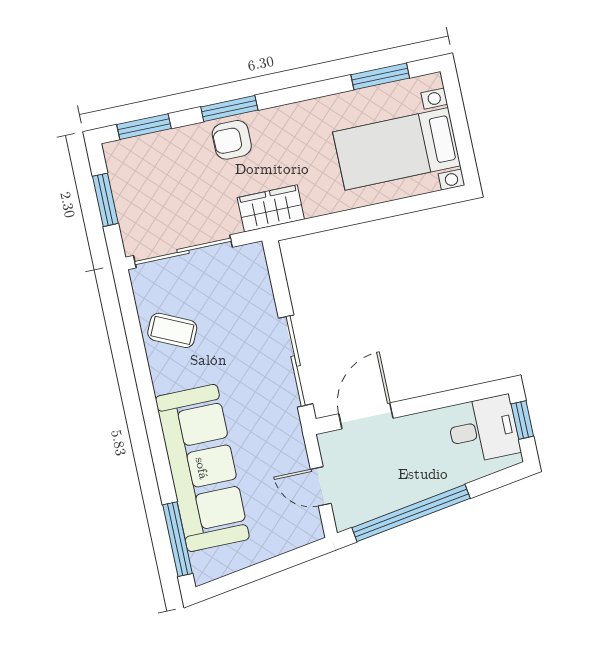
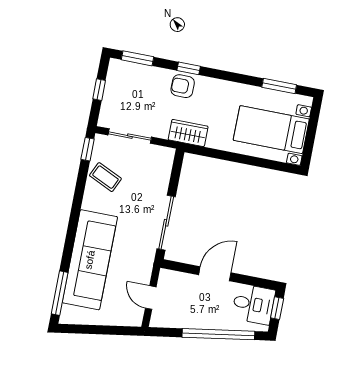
window: (229, 108) -> (189, 68), width x0.67
window: (105, 200) -> (99, 90), width x0.67
sliding door: (183, 251) -> (130, 136), width x0.73
window: (126, 299) -> (88, 149), added
door: (366, 416) -> (215, 274), moved
window: (411, 513) -> (218, 334), moved

